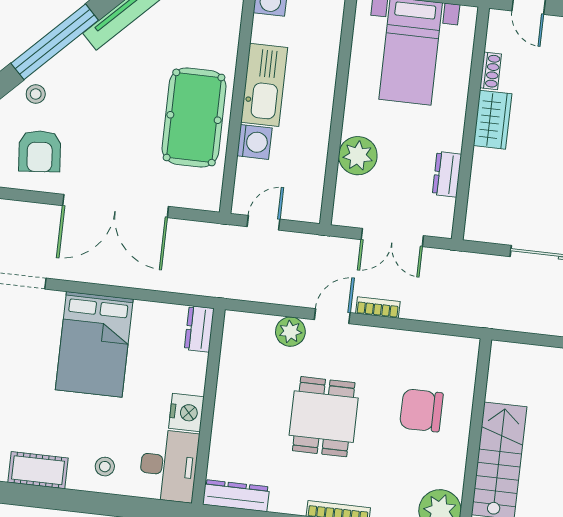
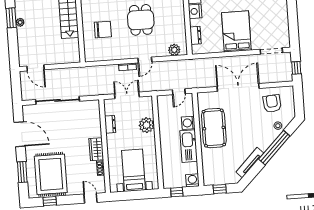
dresser: (199, 329) -> (196, 35), moved
plant: (290, 332) -> (174, 50), moved

